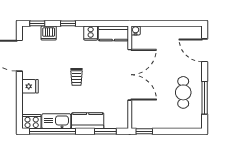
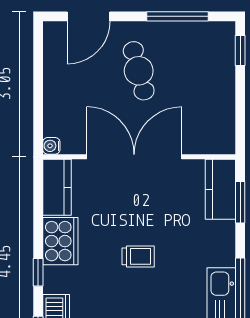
cooker: (91, 33) -> (60, 241), width x1.87, depth x1.31
cafe table: (183, 92) -> (139, 71), moved, turned 75
kitchen counter: (88, 121) -> (220, 189), moved
window: (144, 131) -> (240, 51), moved

